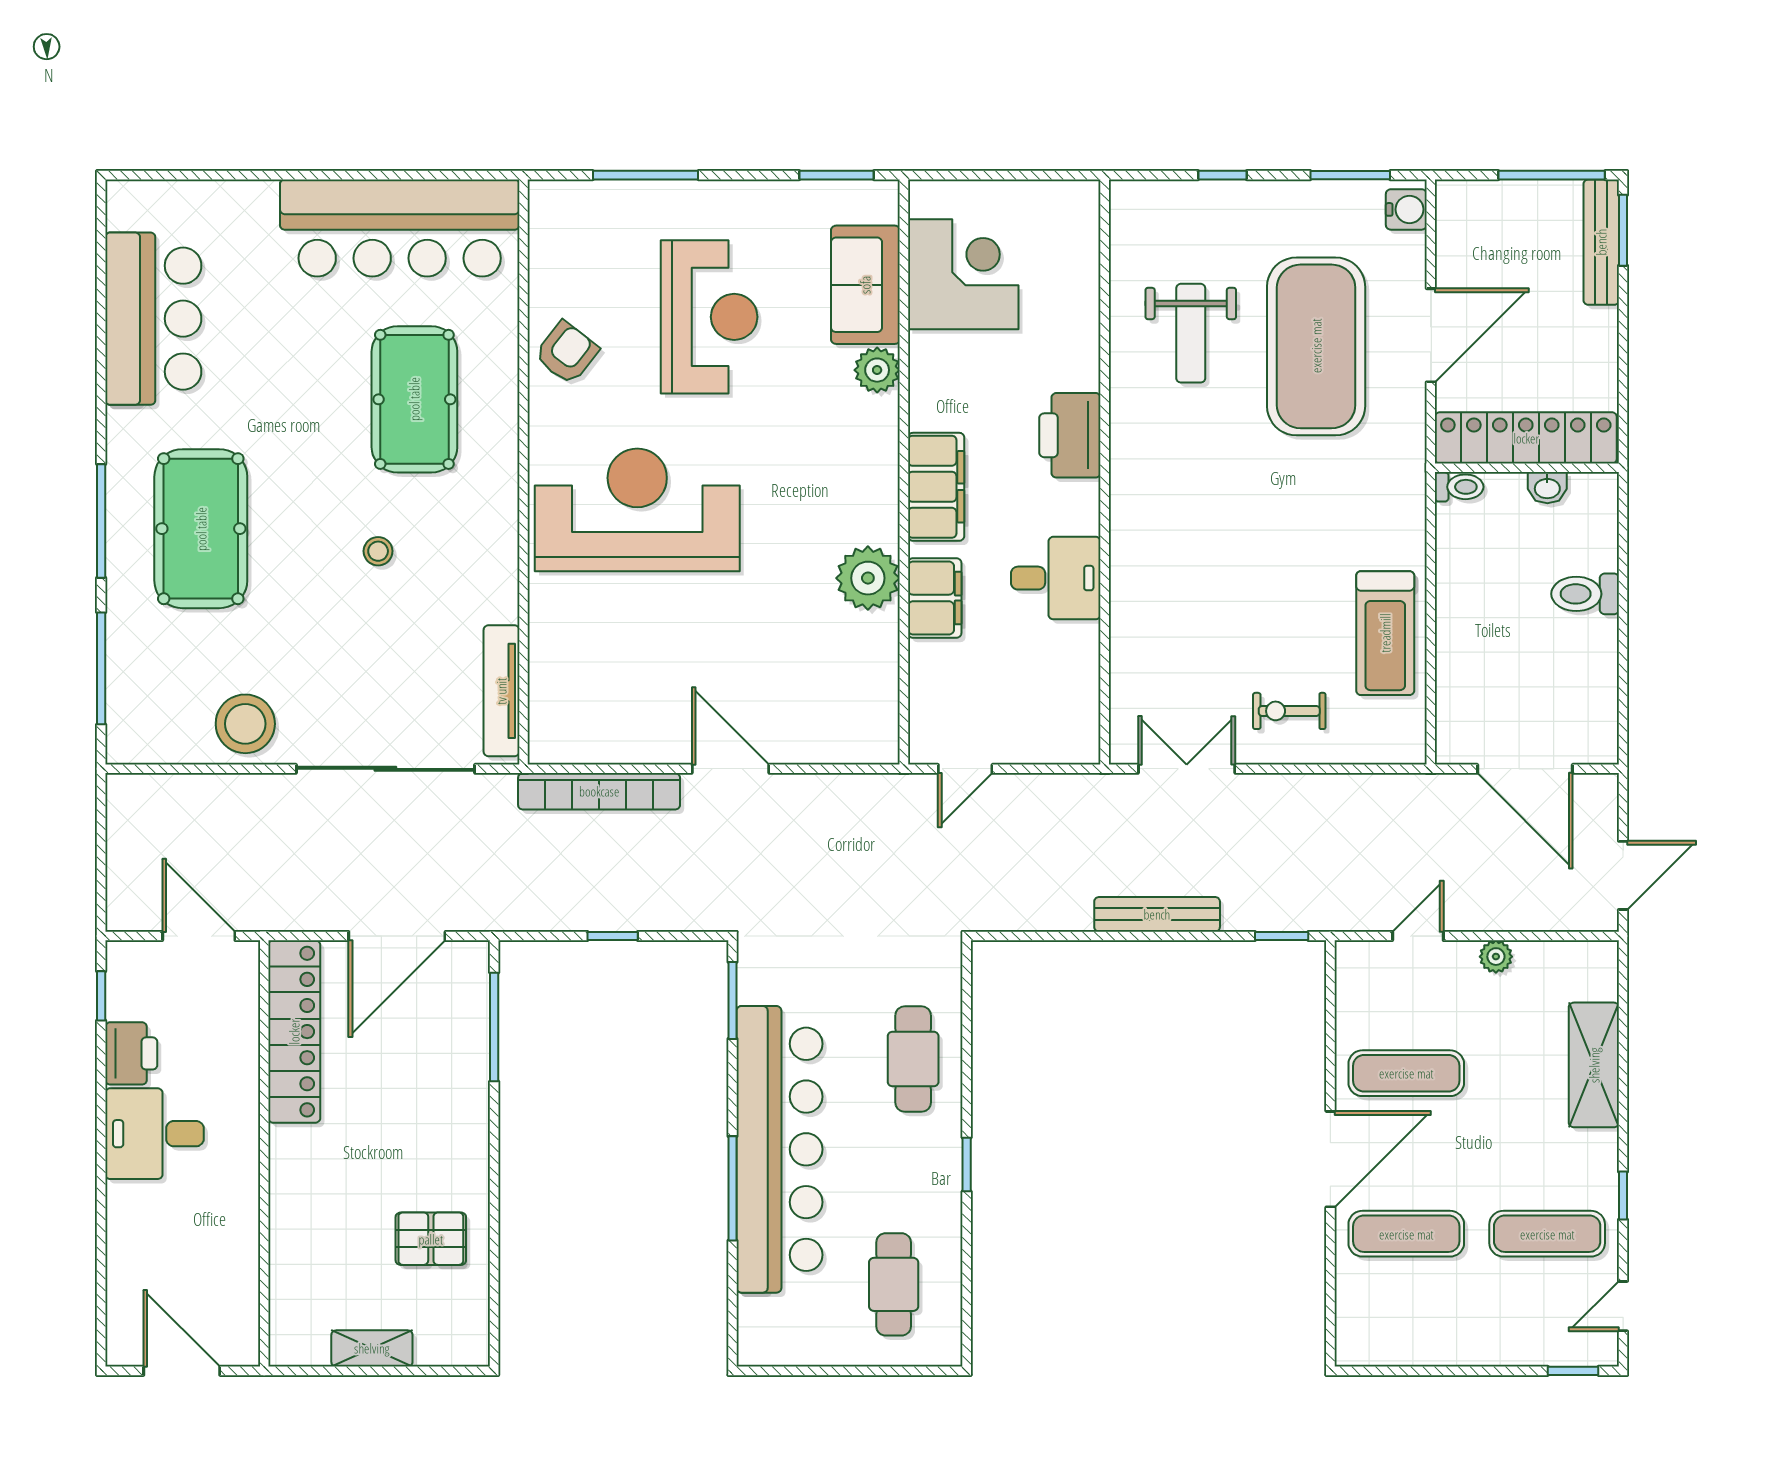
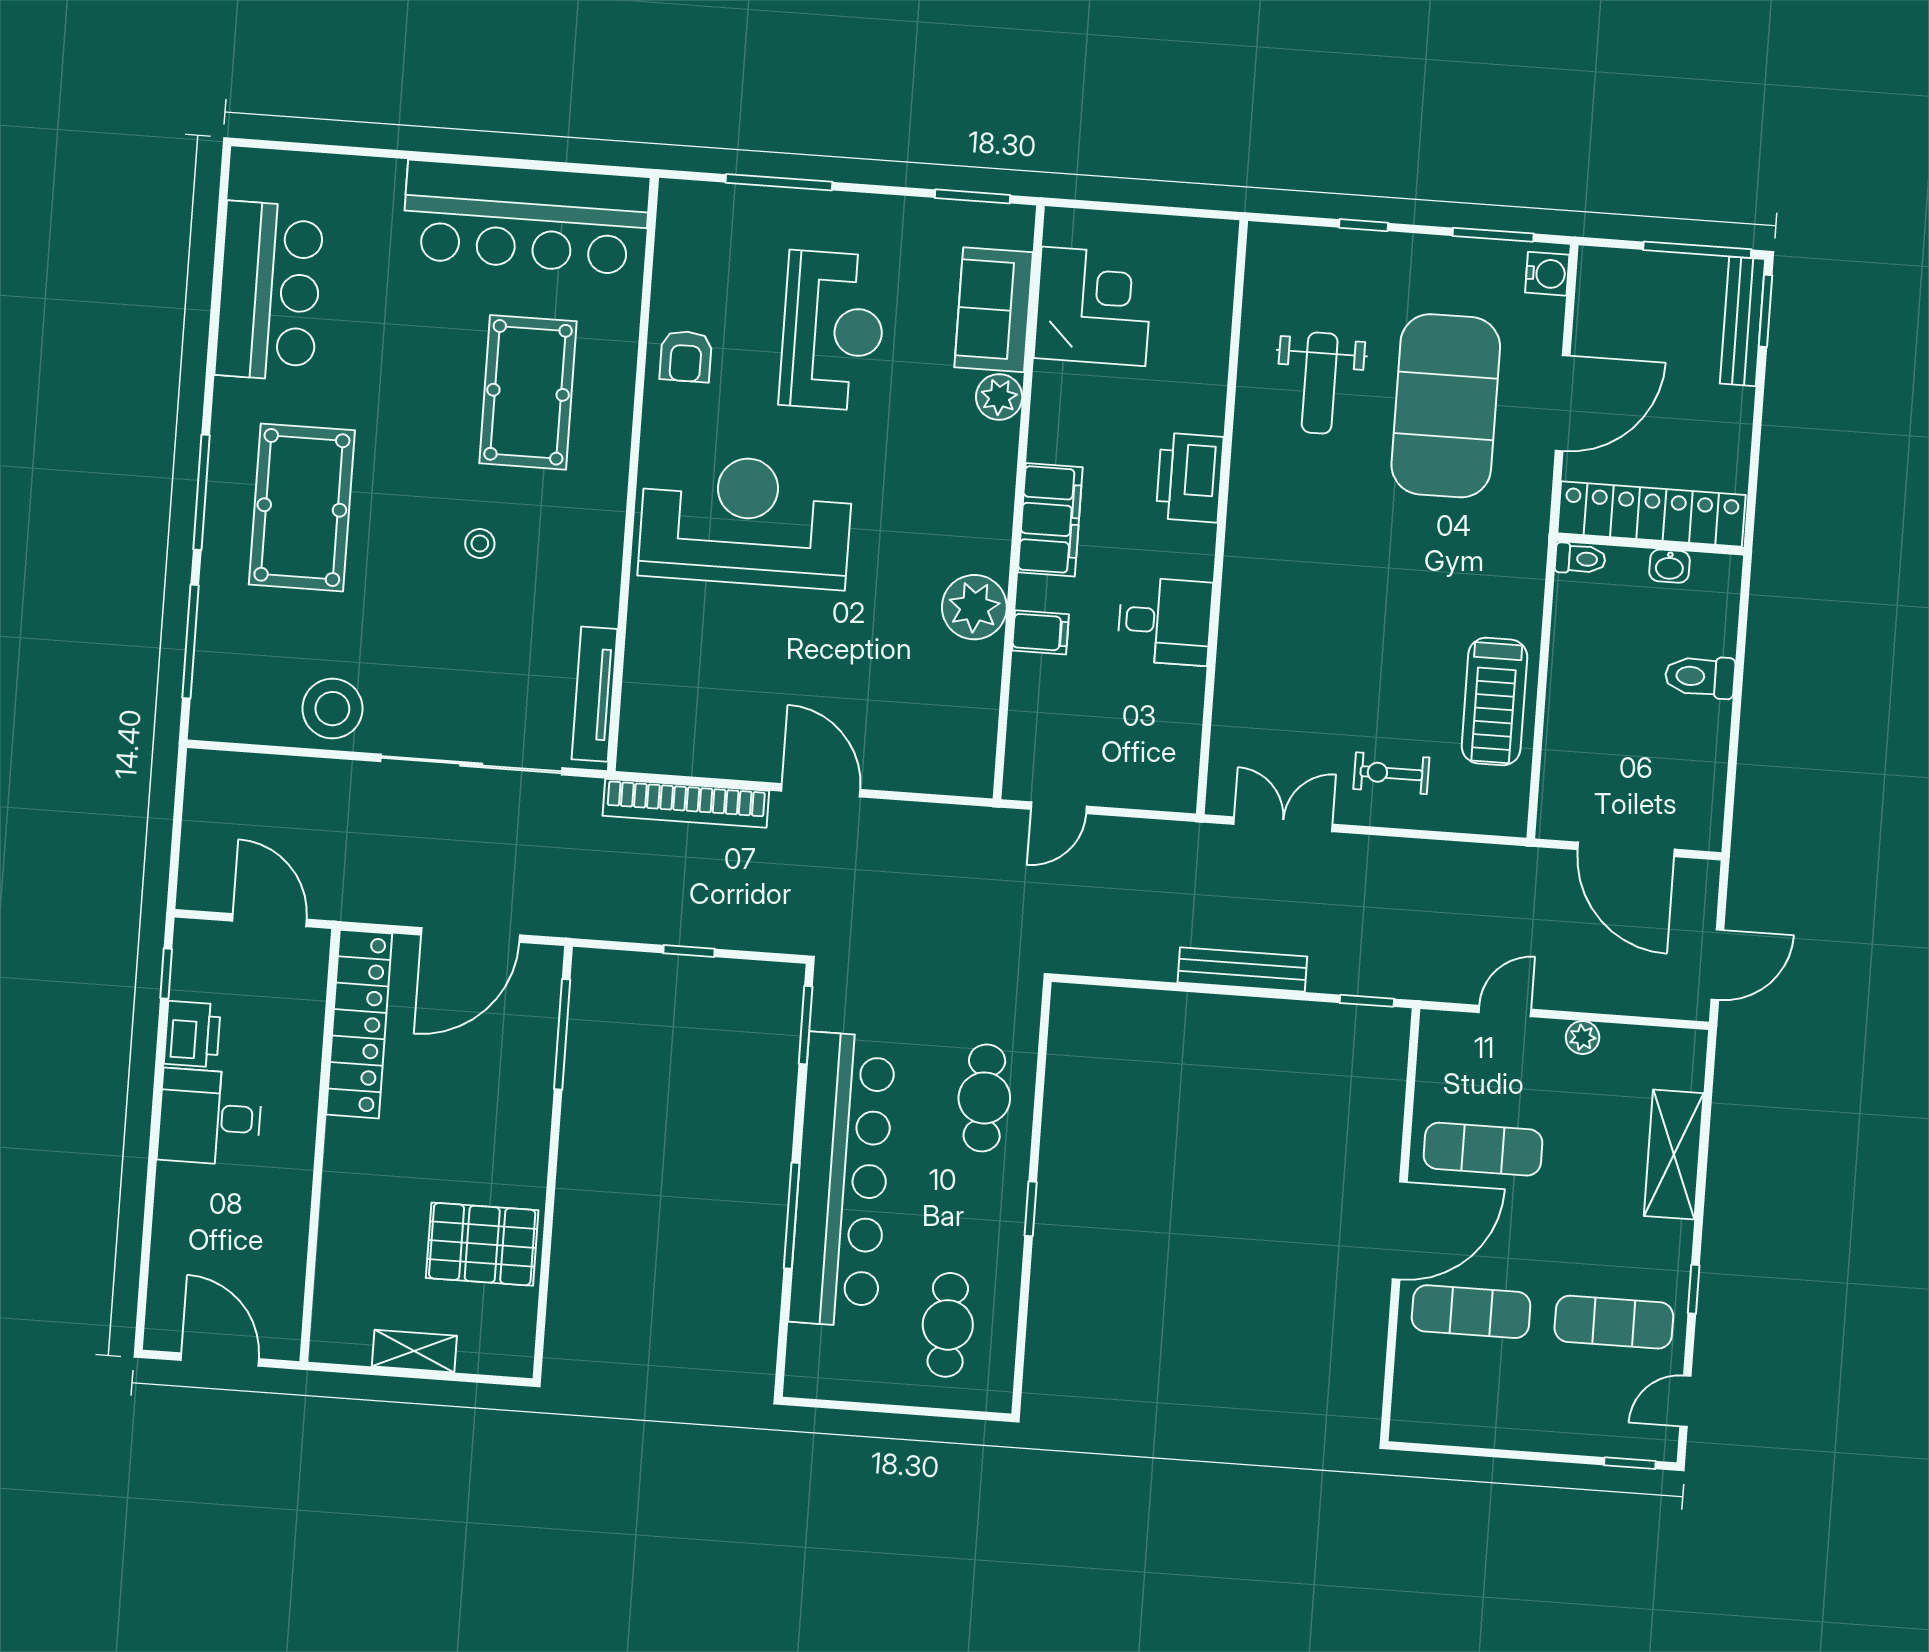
armchair: (567, 353) -> (686, 356), turned 142
filing cabinet: (935, 598) -> (1040, 632), width x0.50
pallet: (431, 1239) -> (482, 1244), width x1.50, depth x1.42

